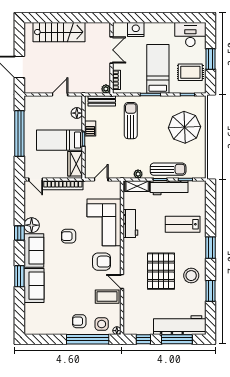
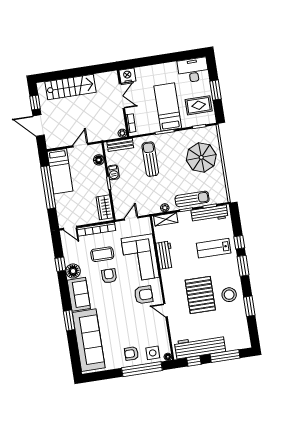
nightstand: (136, 29) -> (127, 76), moved
window: (19, 42) -> (35, 103), added
bed: (59, 140) -> (60, 171), moved, turned -90
workbench: (169, 188) -> (210, 214), moved
window: (210, 222) -> (239, 242), added
window: (19, 233) -> (60, 264), moved
armchair: (69, 236) -> (109, 276), turned 90
sofa: (34, 286) -> (89, 340), width x1.85, depth x1.27
coffee table: (107, 297) -> (102, 254), moved
workbench: (180, 325) -> (200, 346), moved

